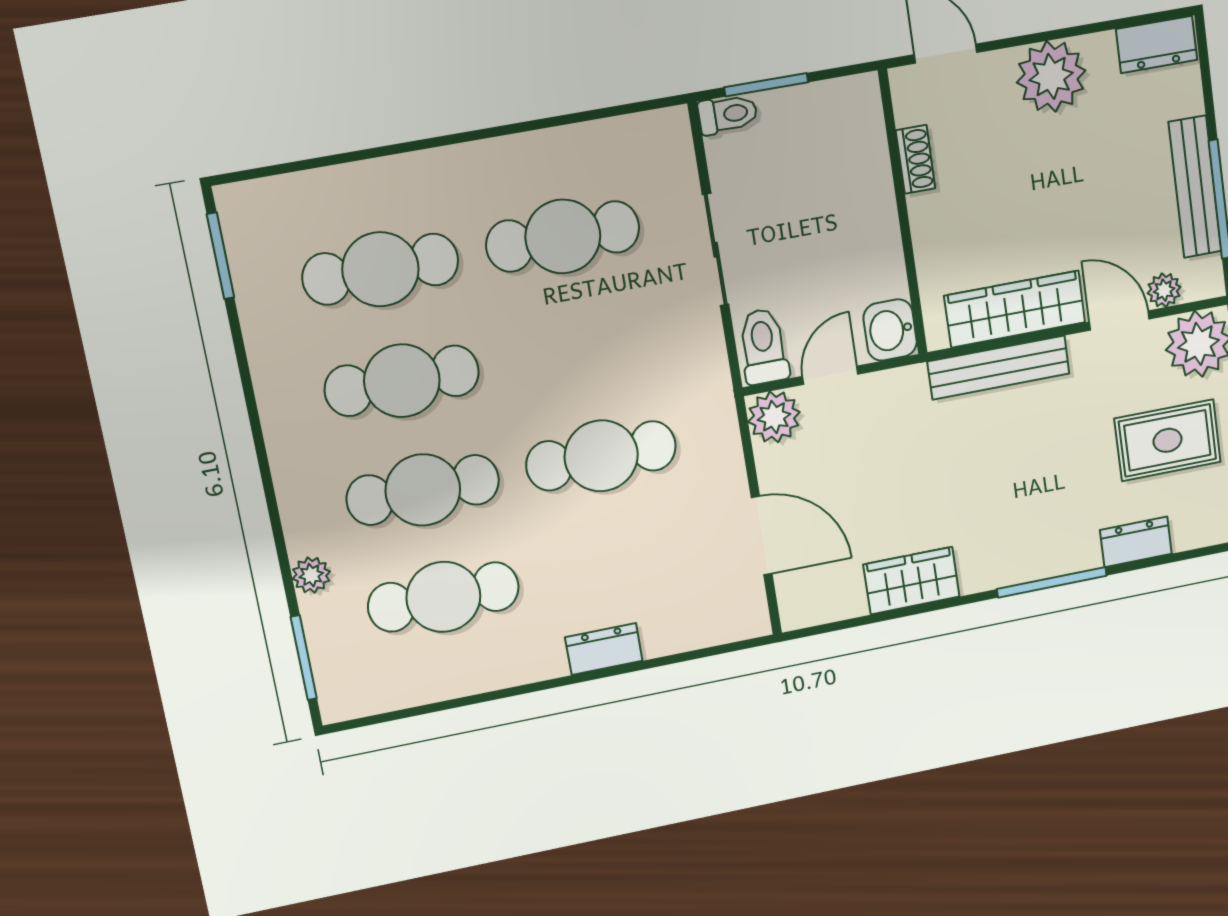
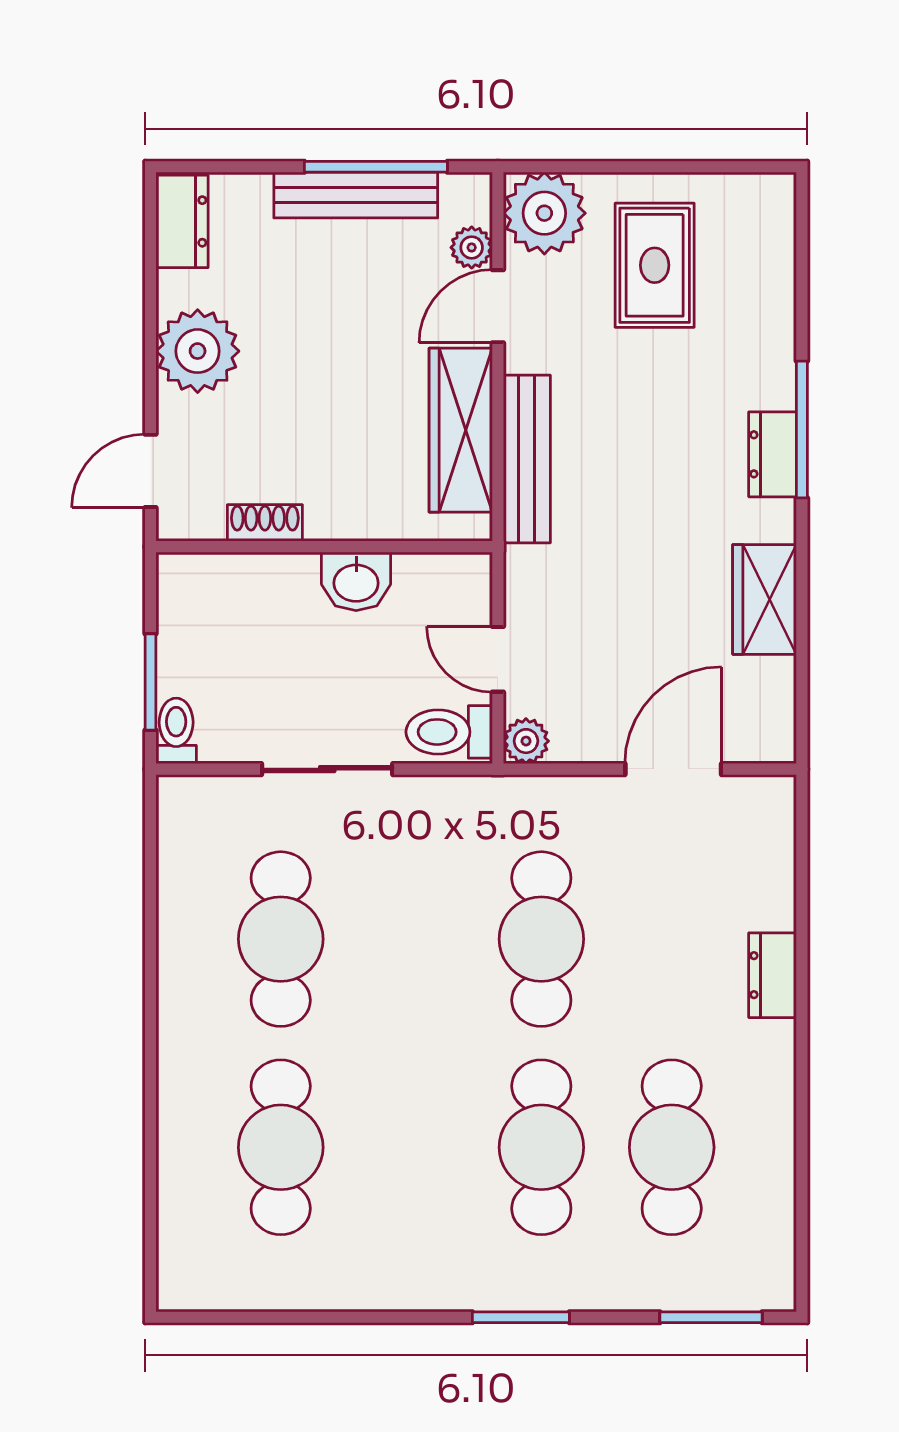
window: (220, 256) -> (521, 1317), moved
washbasin: (890, 330) -> (356, 581), moved
cafe table: (402, 381) -> (411, 1147), removed
plant: (774, 417) -> (526, 741), width x0.73, depth x0.73
dresser: (1136, 542) -> (773, 454), moved
plant: (311, 575) -> (615, 1290), removed

